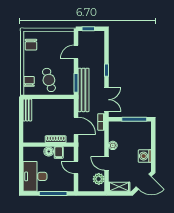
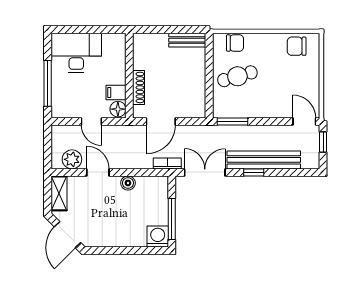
door: (76, 52) -> (304, 121), moved
bench: (83, 90) -> (264, 160), moved
double door: (106, 100) -> (205, 172), swing flipped
floor lamp: (49, 151) -> (118, 109), moved
washing machine: (145, 156) -> (158, 237), moved
door: (106, 163) -> (98, 172), hinge flipped
door: (76, 167) -> (91, 121), swing flipped

